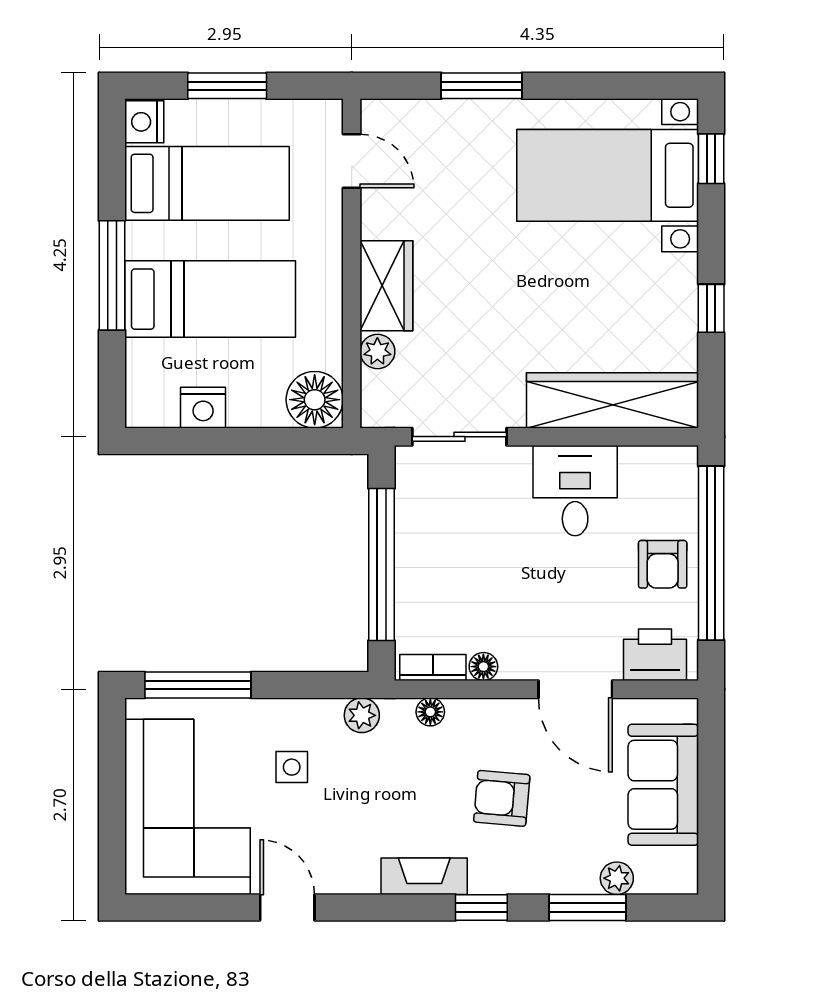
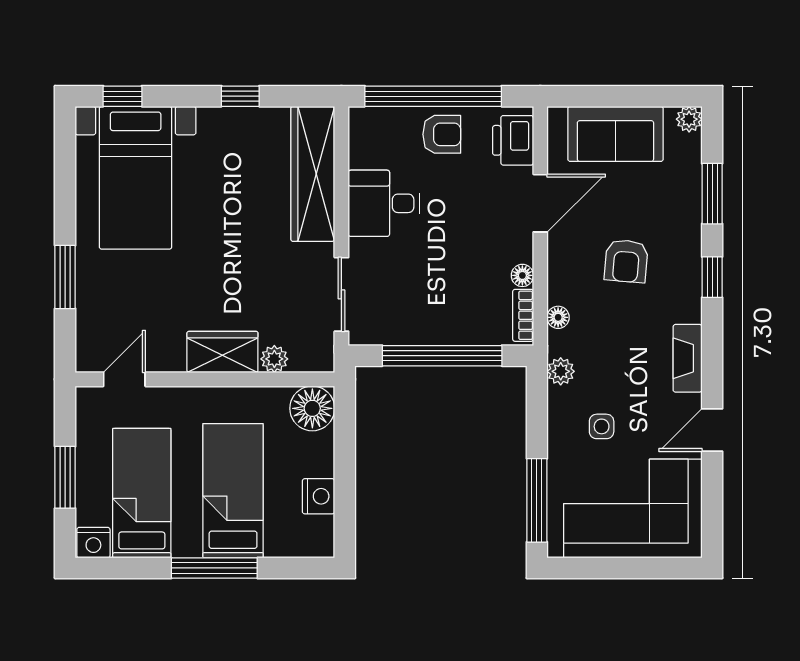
fireplace: (424, 876) -> (688, 358), moved
plant: (617, 878) -> (689, 119), moved

